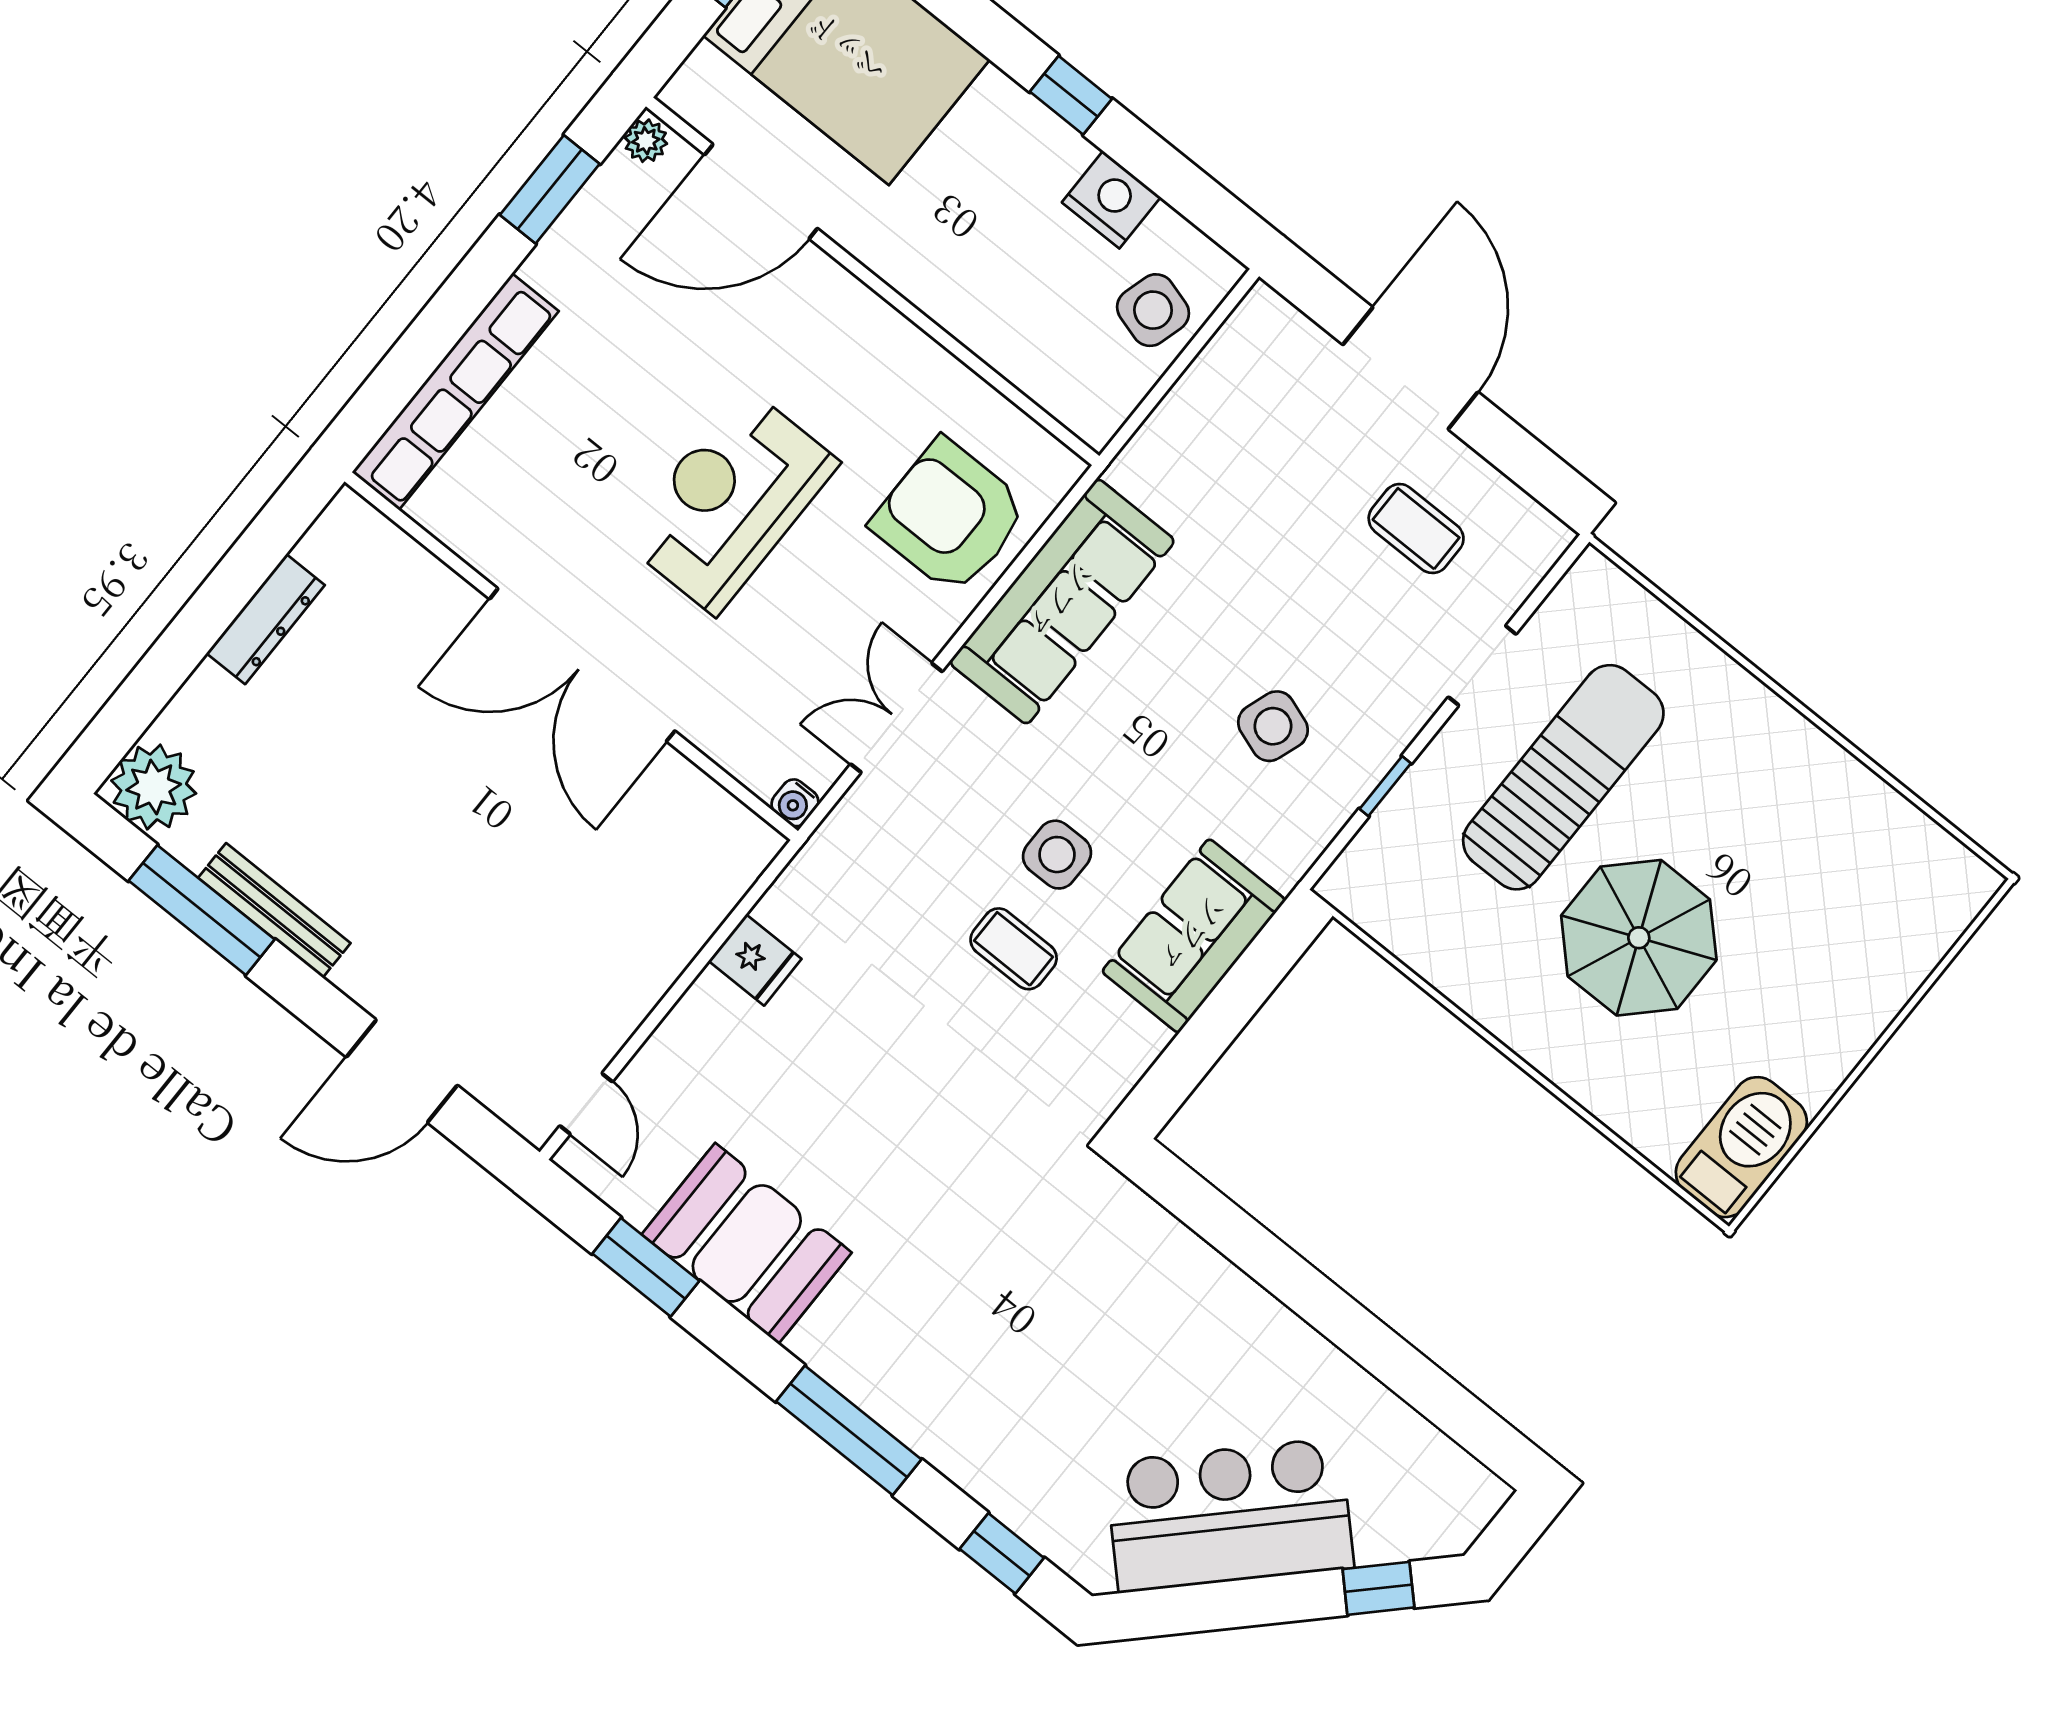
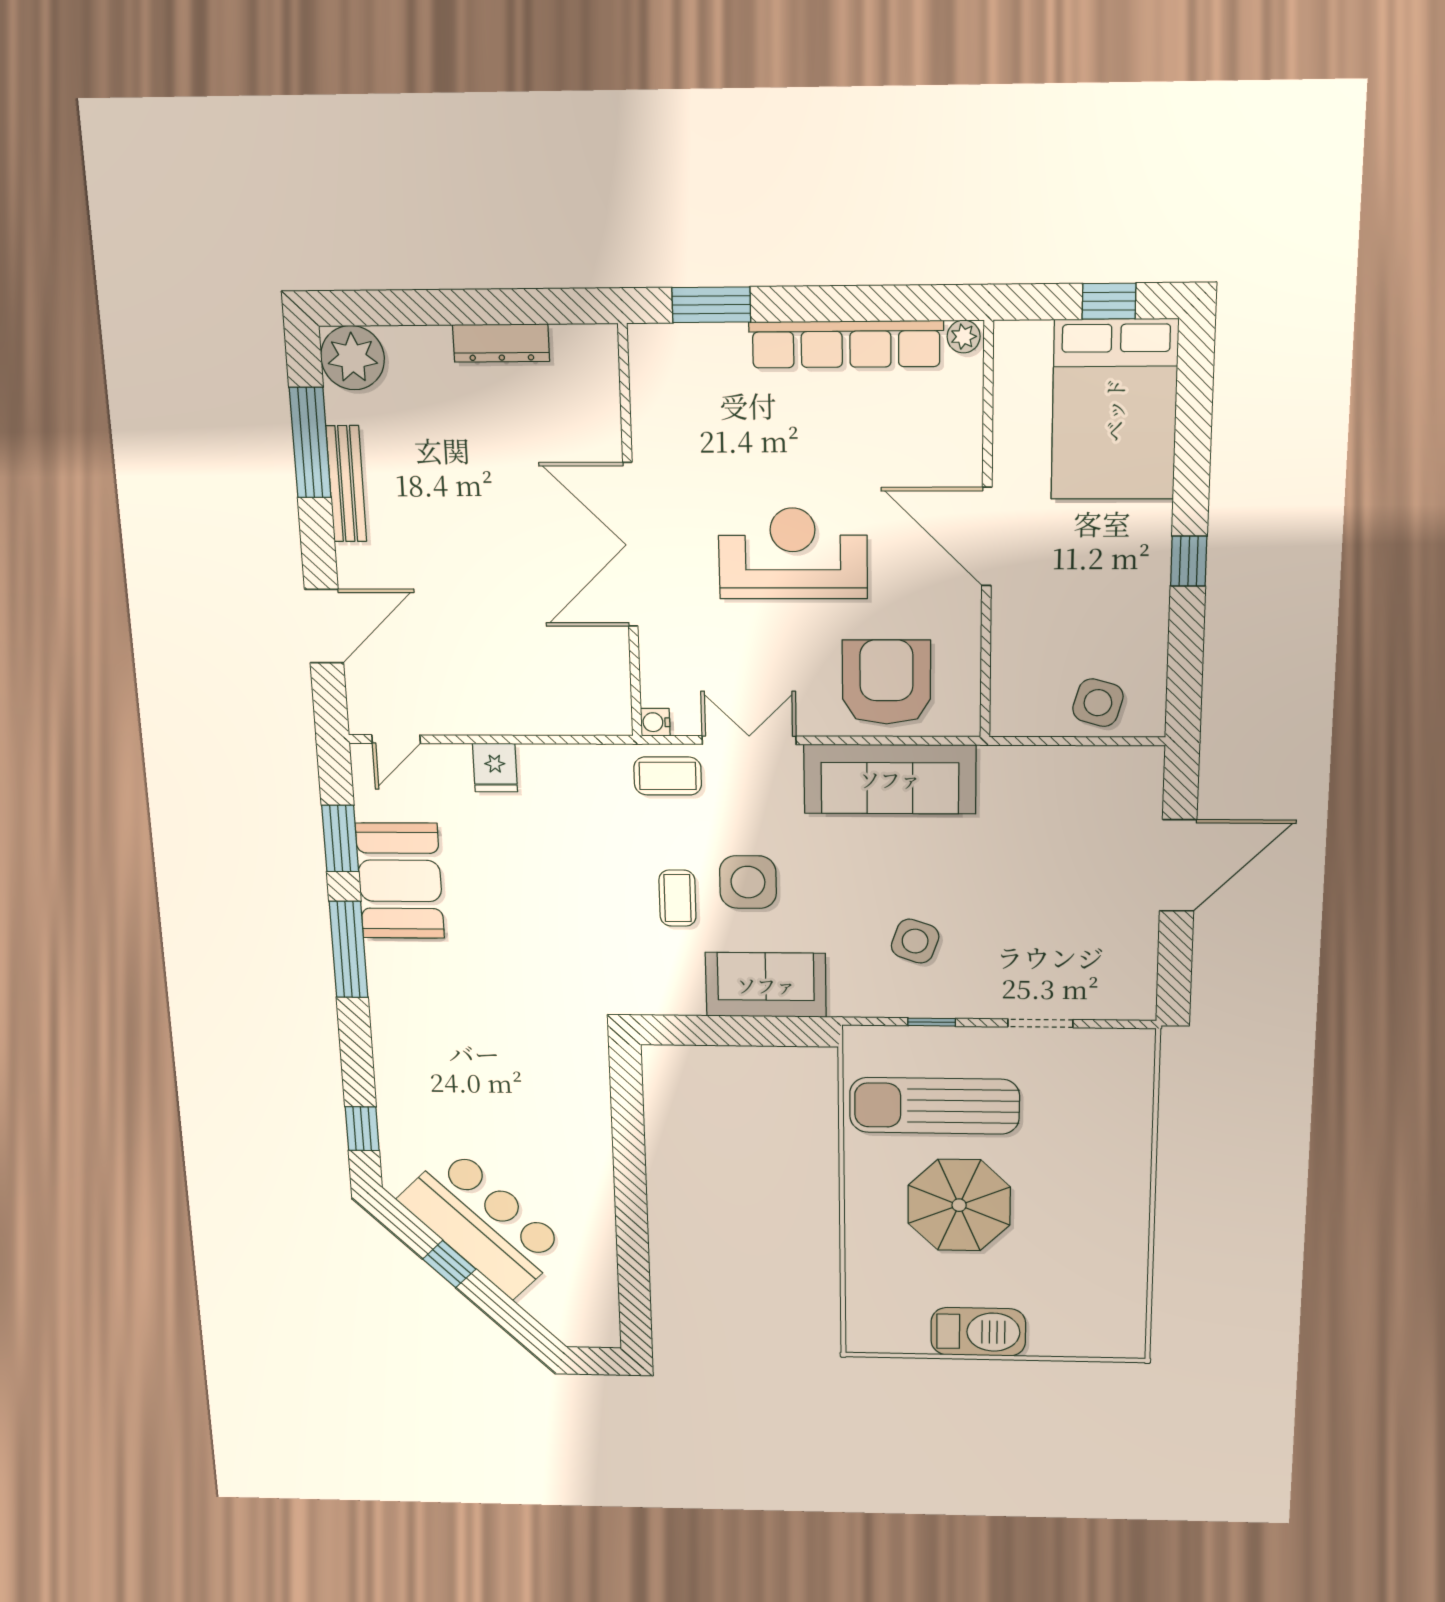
window: (550, 189) -> (711, 305), moved
door: (761, 192) -> (987, 537), moved
nightstand: (1111, 200) -> (1144, 631), removed
row of seats: (455, 392) -> (846, 344), moved
coffee table: (1416, 529) -> (668, 776), moved, turned 90
sun lounger: (1563, 777) -> (934, 1106), moved, turned 180
side table: (1057, 855) -> (748, 882), width x1.37, depth x1.37
fridge: (755, 960) -> (495, 768), moved
door: (402, 1071) -> (324, 626), swing flipped
barbecue: (1741, 1147) -> (978, 1332), moved
window: (849, 1430) -> (349, 950), moved
window: (1378, 1588) -> (449, 1264), moved

